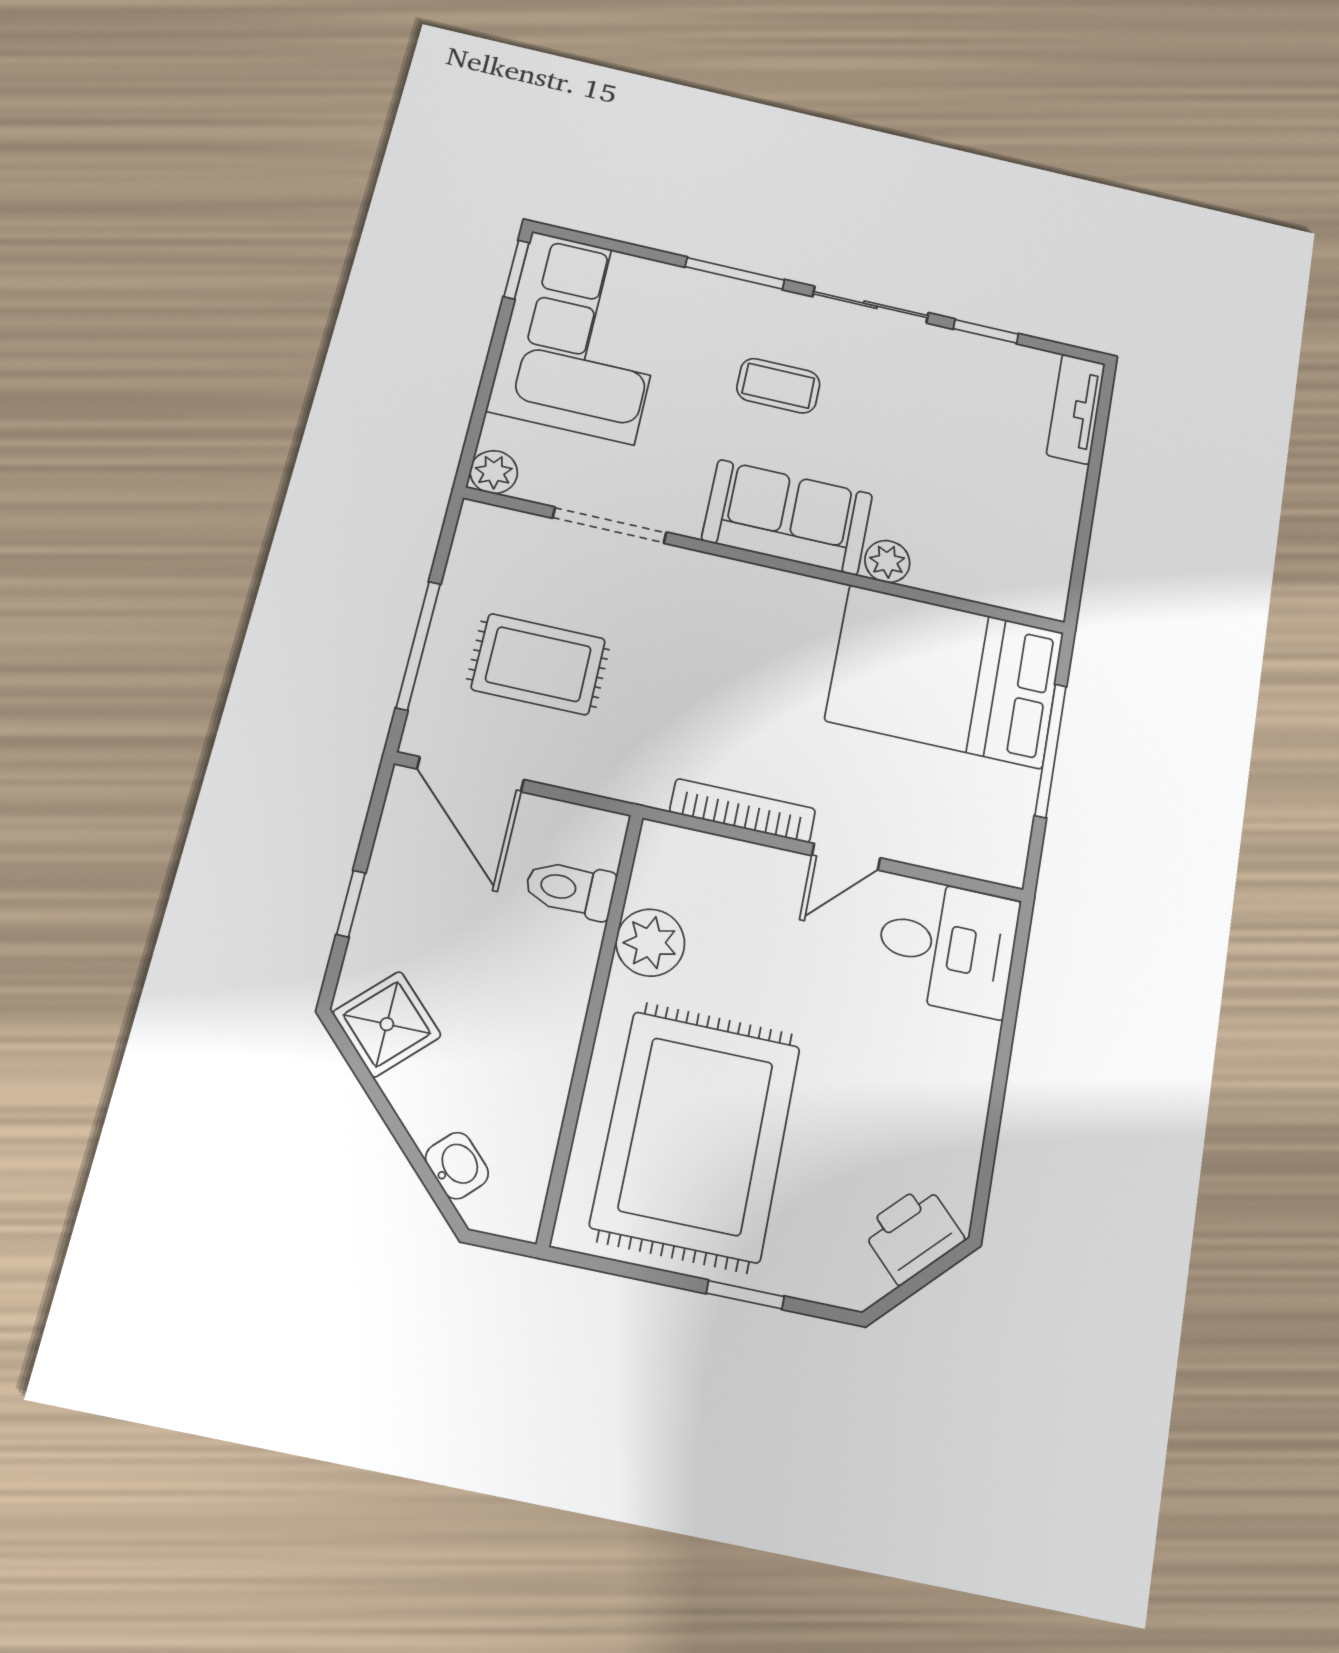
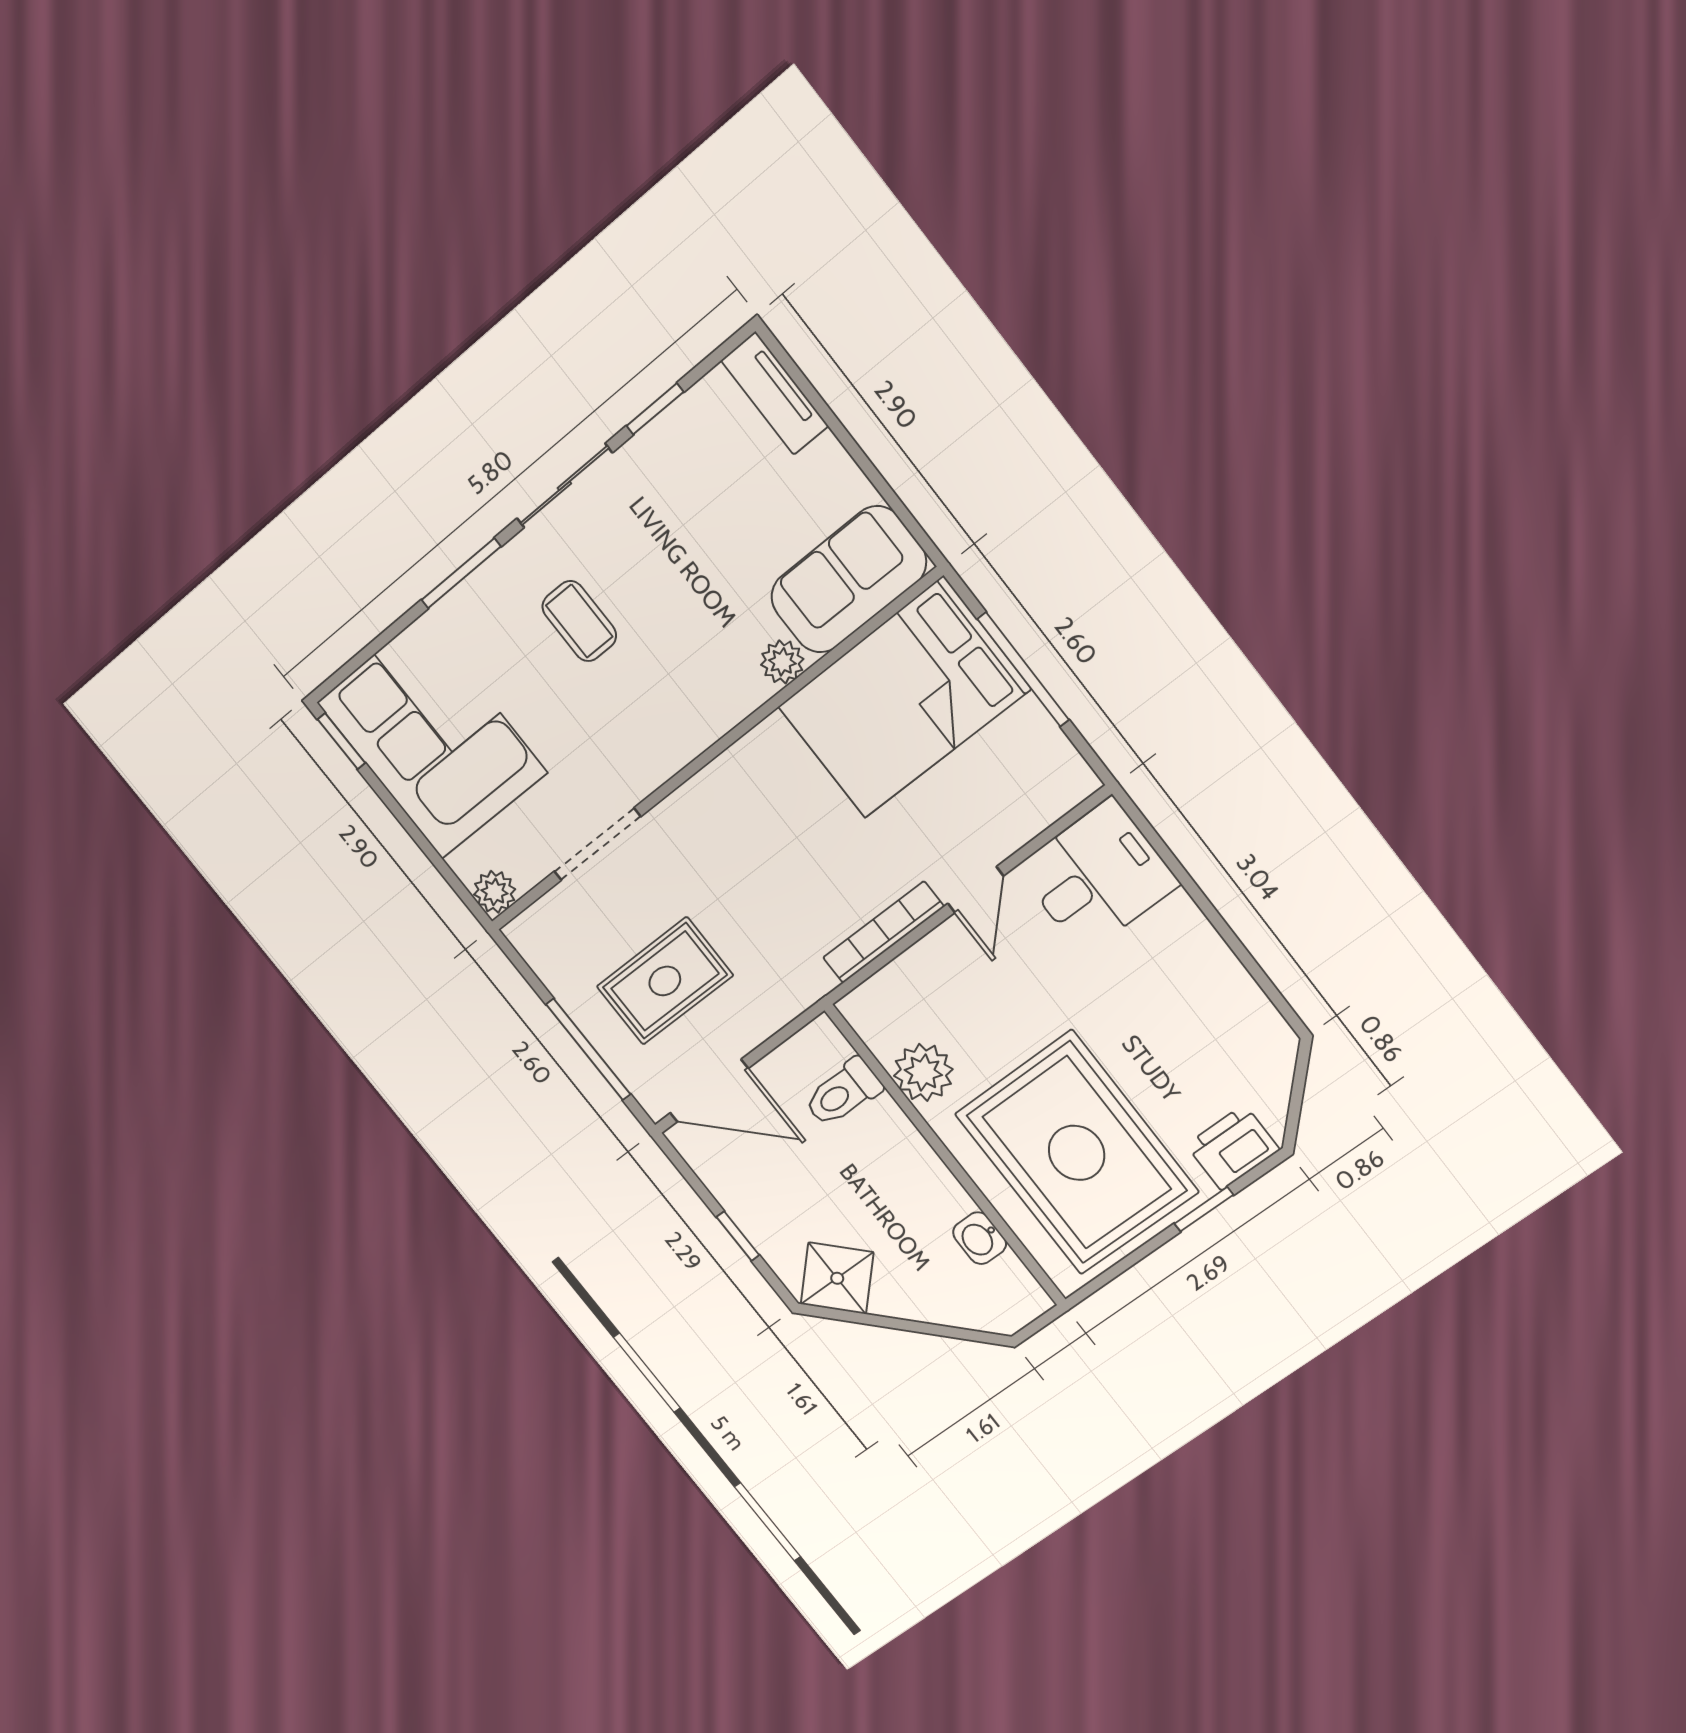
coffee table: (778, 386) -> (579, 621), turned 90
sofa: (787, 517) -> (849, 580), moved
washbasin: (457, 1166) -> (980, 1238), moved, turned -135
printer: (913, 1234) -> (1233, 1147), moved, turned 45

